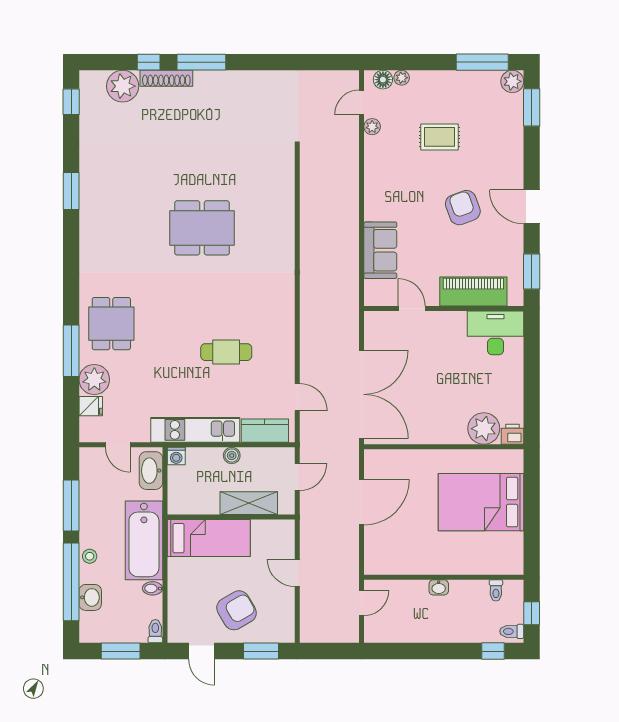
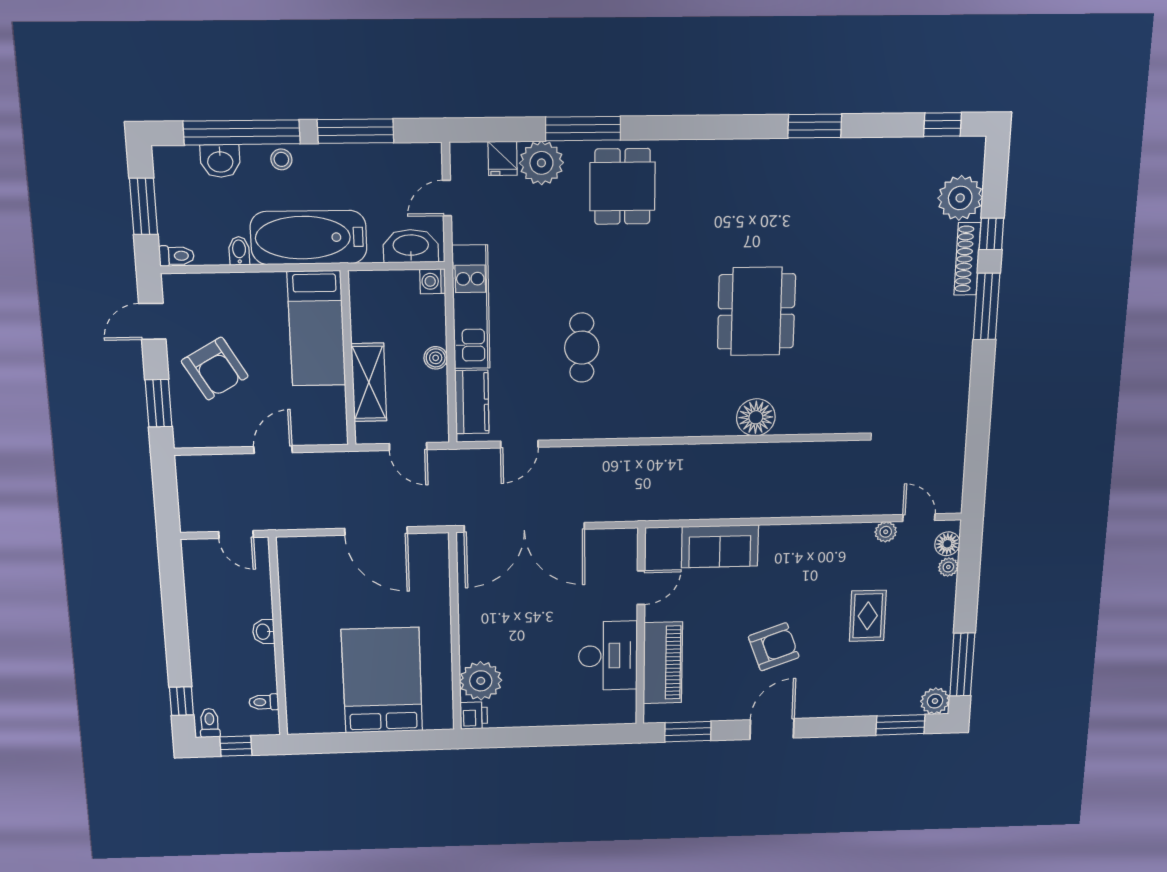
floor lamp: (281, 226) -> (756, 417), added
dining table: (111, 324) -> (622, 186), turned 90
desk: (496, 333) -> (608, 656), moved

